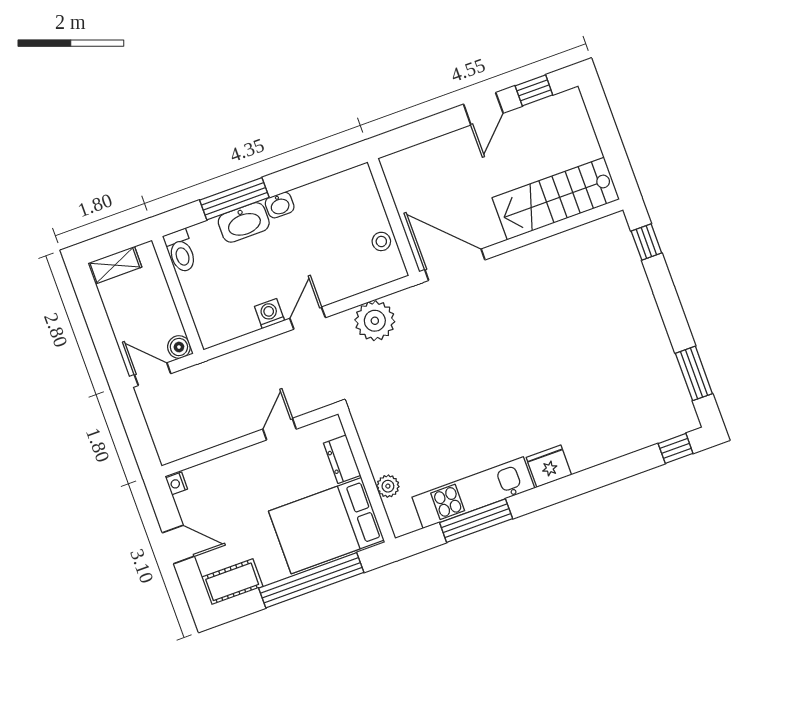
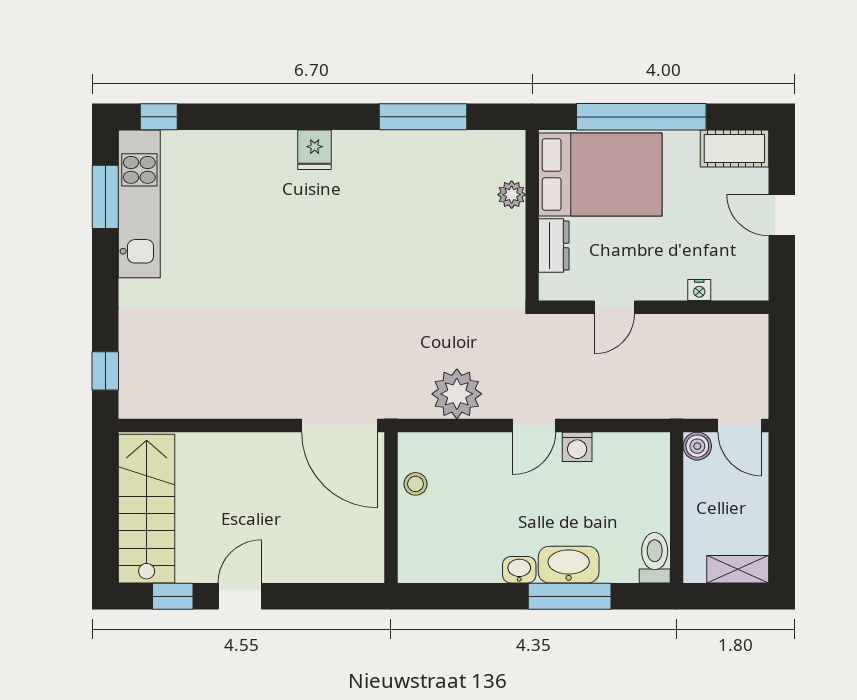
stairs: (556, 199) -> (147, 509), moved, turned -90
fridge: (549, 466) -> (315, 150), width x0.72
nightstand: (177, 483) -> (699, 290), moved, turned 90
kitchen unit: (473, 493) -> (139, 204), moved, turned -90

